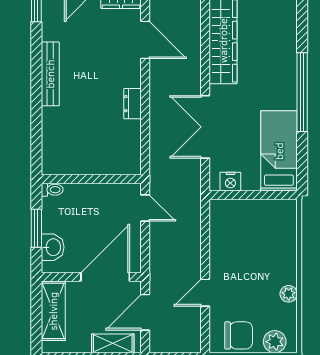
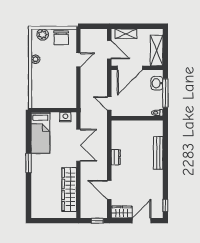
bench: (50, 74) -> (158, 153), moved
window: (302, 92) -> (29, 163), width x0.47
window: (36, 228) -> (165, 93), width x1.44
door: (145, 312) -> (109, 50), hinge flipped
chair: (239, 335) -> (61, 38), turned -90

